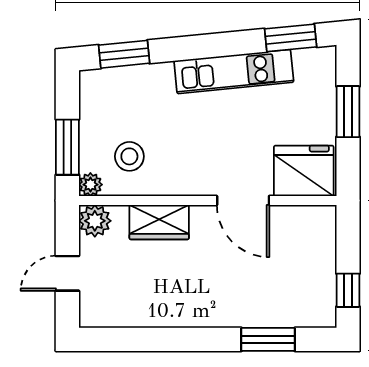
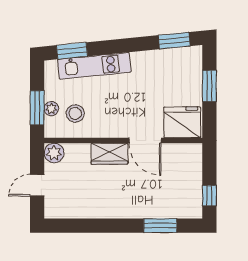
kitchen unit: (234, 72) -> (94, 66), moved
plant: (90, 185) -> (51, 109), moved
wardrobe: (159, 222) -> (109, 154), moved

